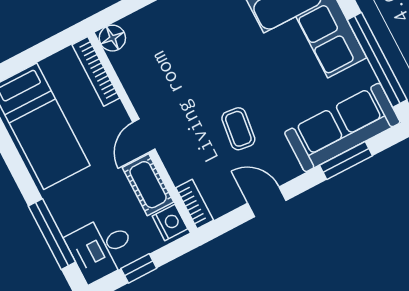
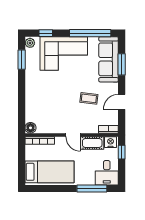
window: (139, 268) -> (122, 152), moved

